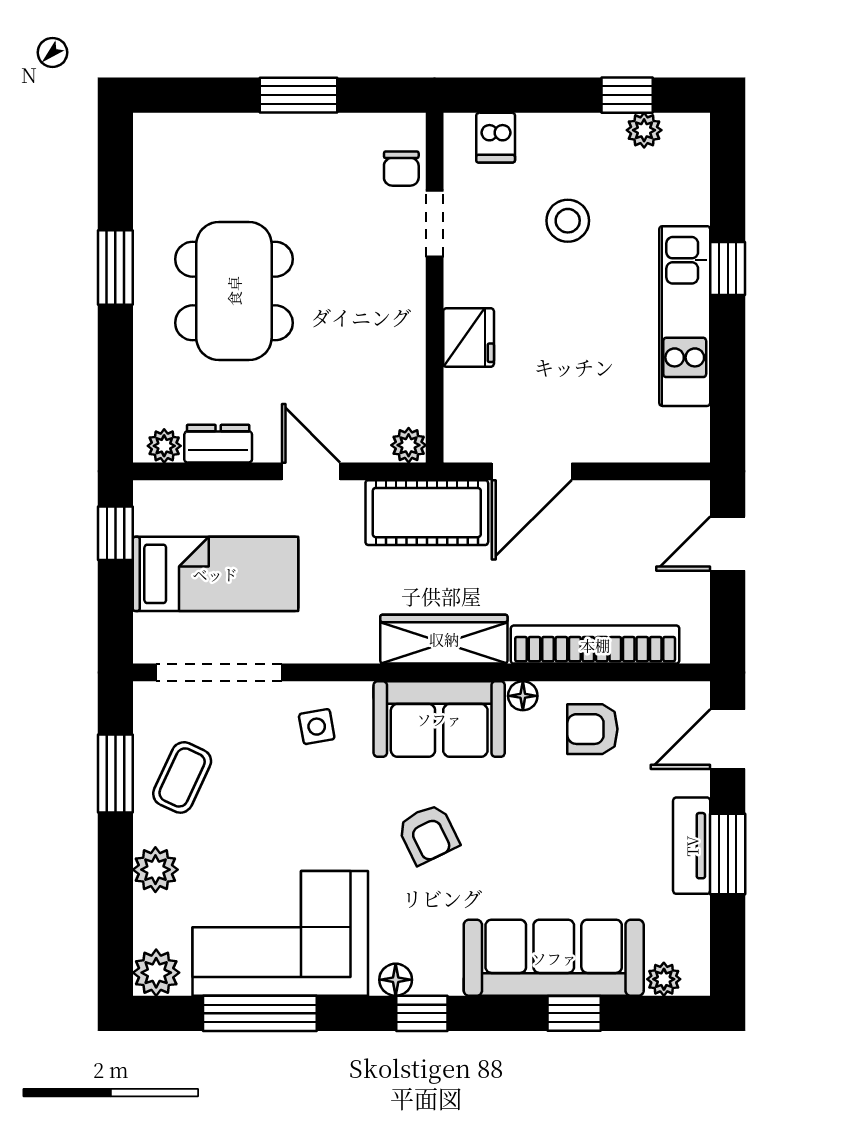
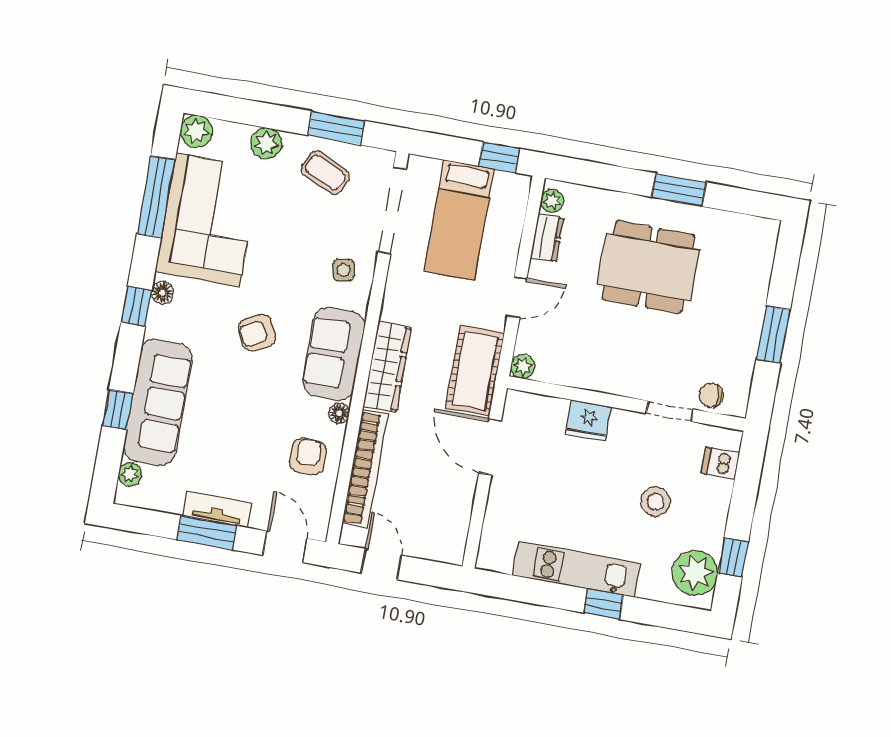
plant: (644, 130) -> (695, 573), width x1.87, depth x1.87
door: (728, 544) -> (381, 564), moved

